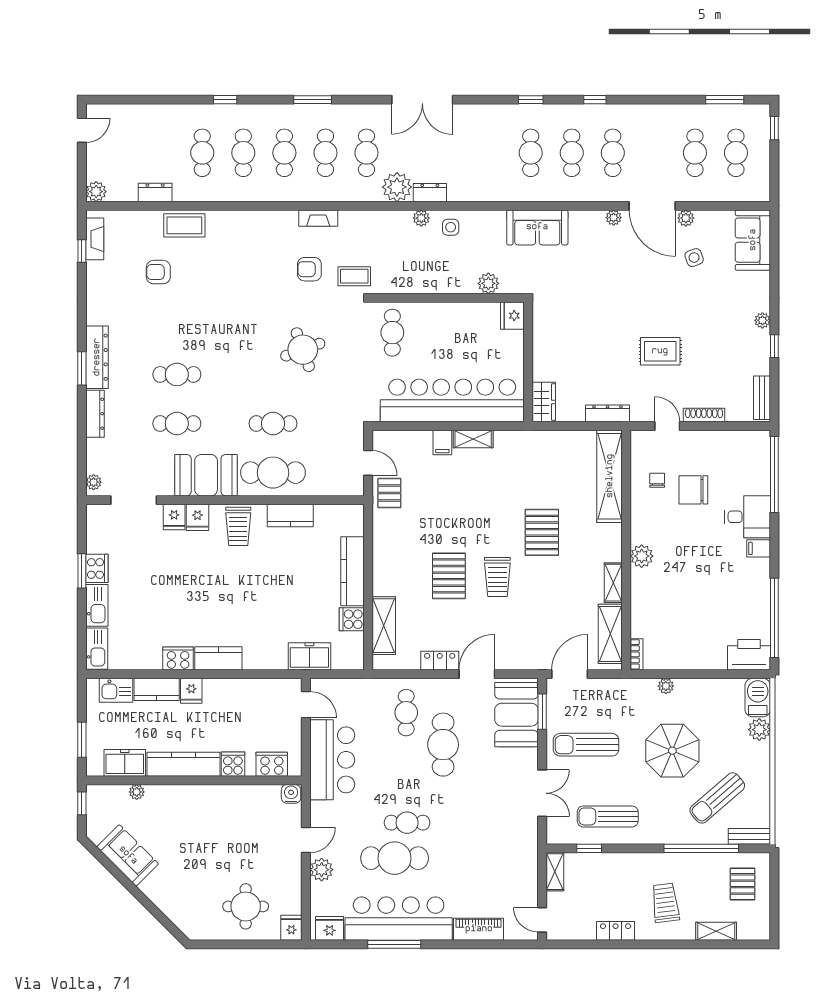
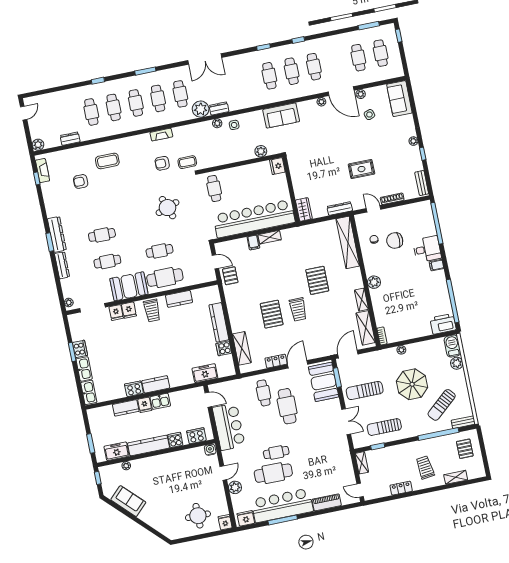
coffee table: (184, 225) -> (107, 161), moved
kitchen sink: (116, 690) -> (160, 401), moved

